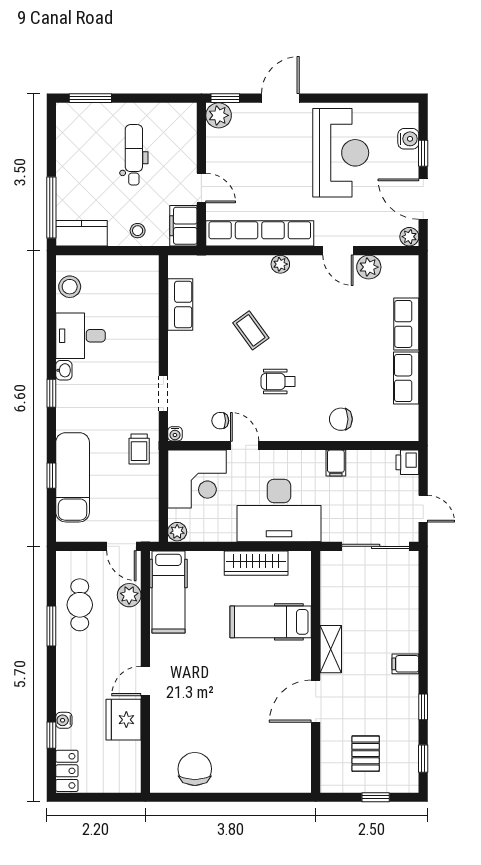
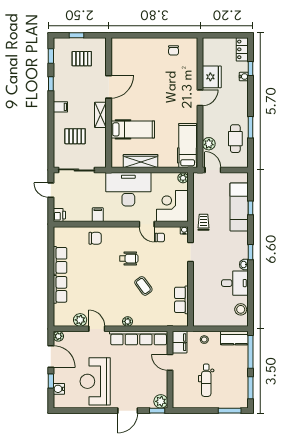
window: (51, 141) -> (251, 388), added
pallet: (378, 609) -> (75, 136), added
pallet: (366, 754) -> (82, 59), turned 90
chair: (195, 769) -> (174, 50), width x0.54, depth x0.54

